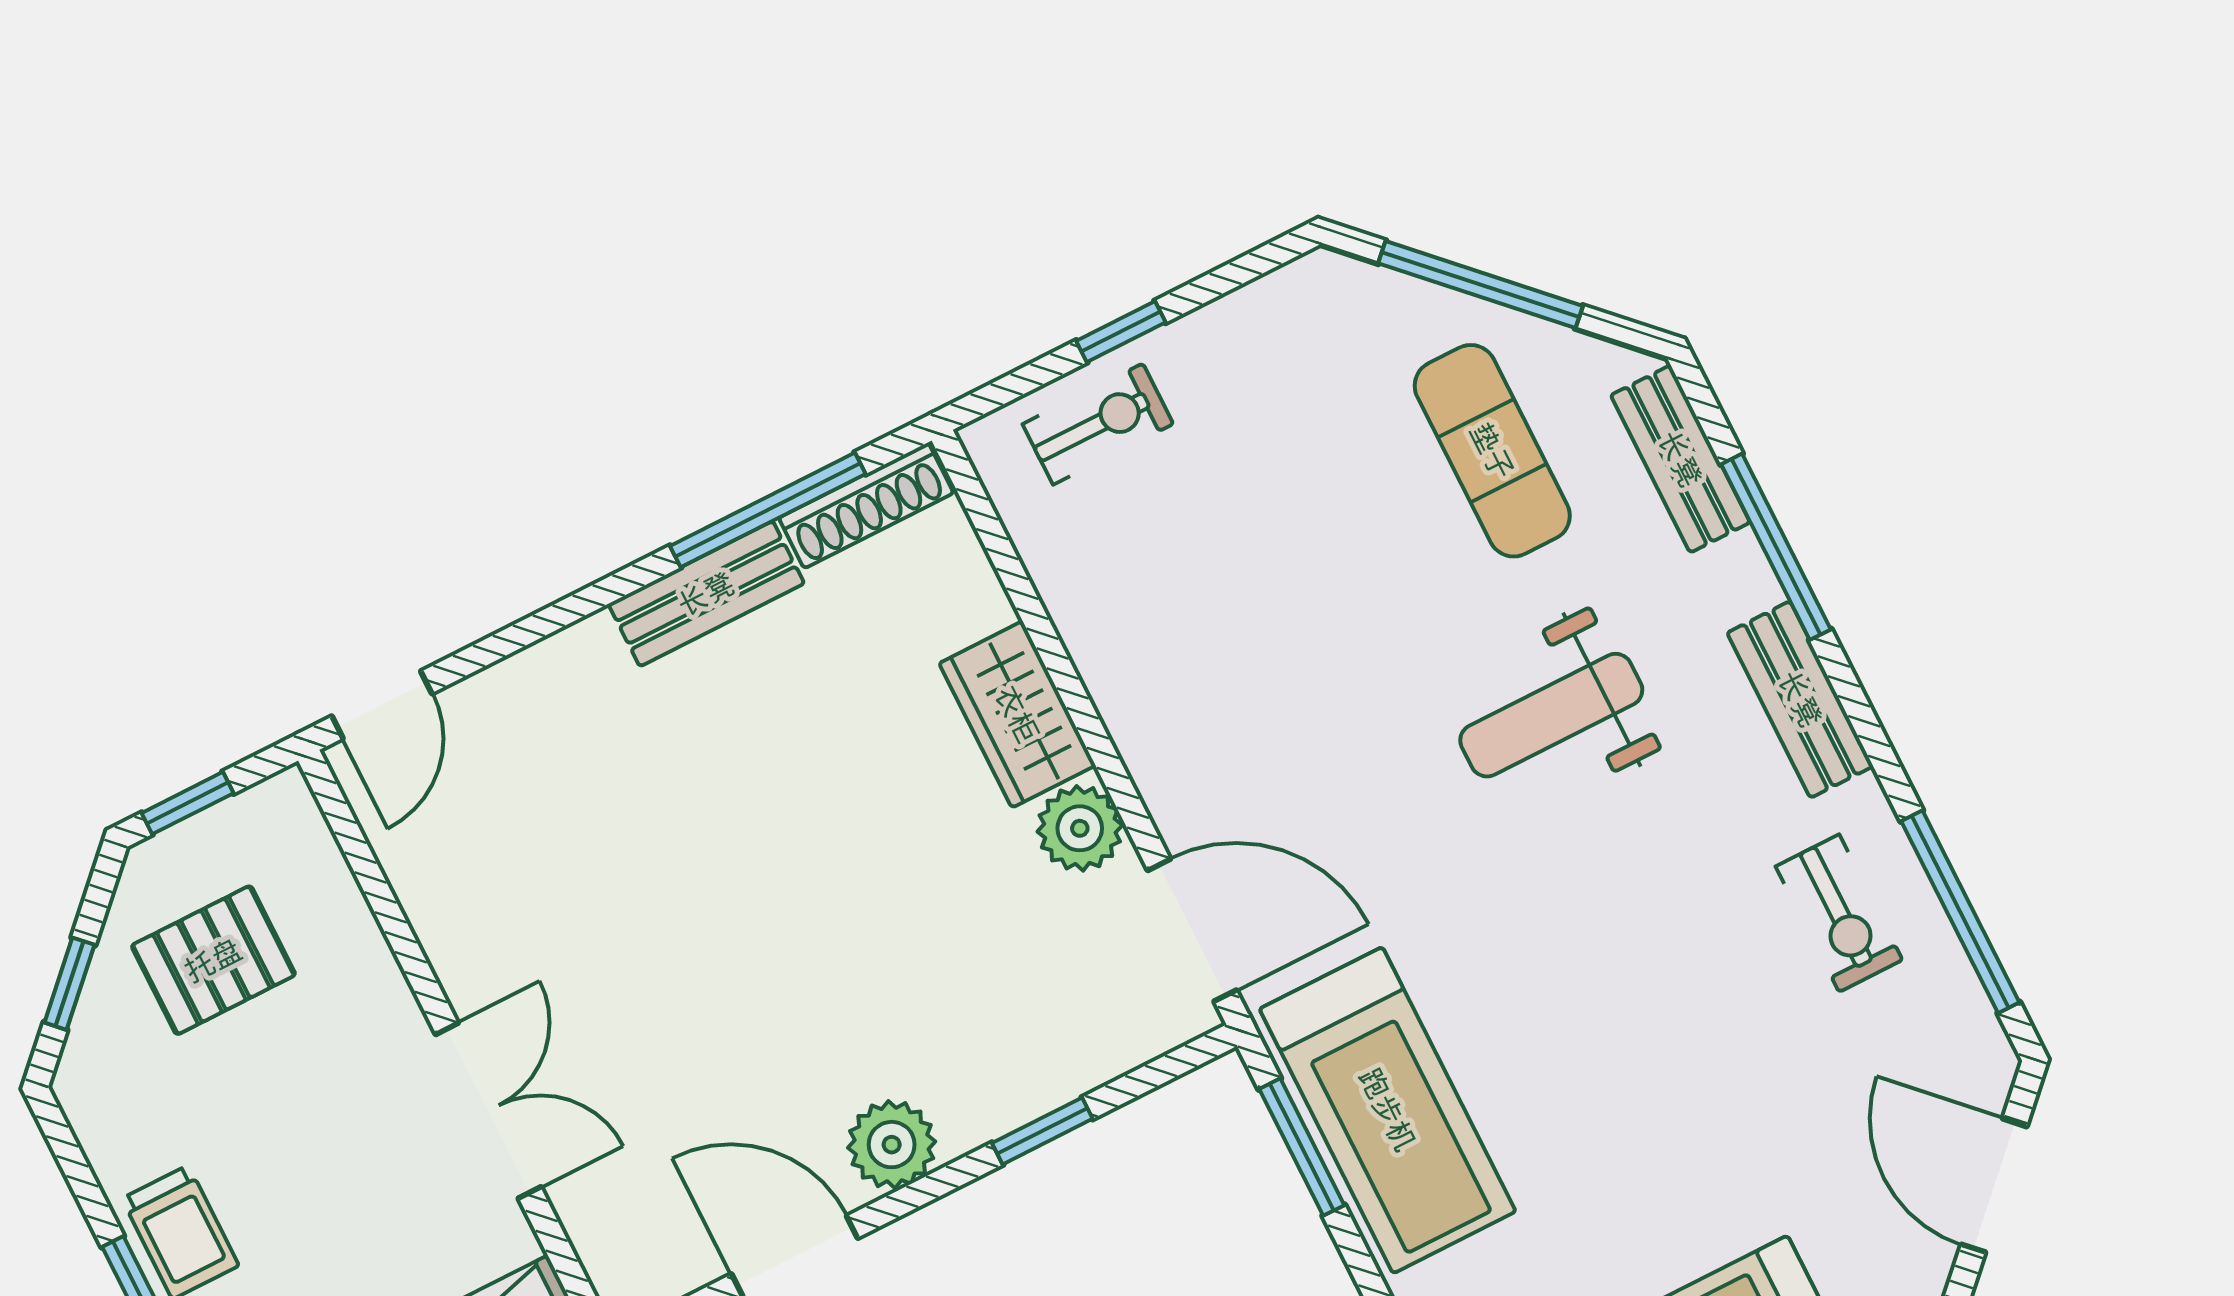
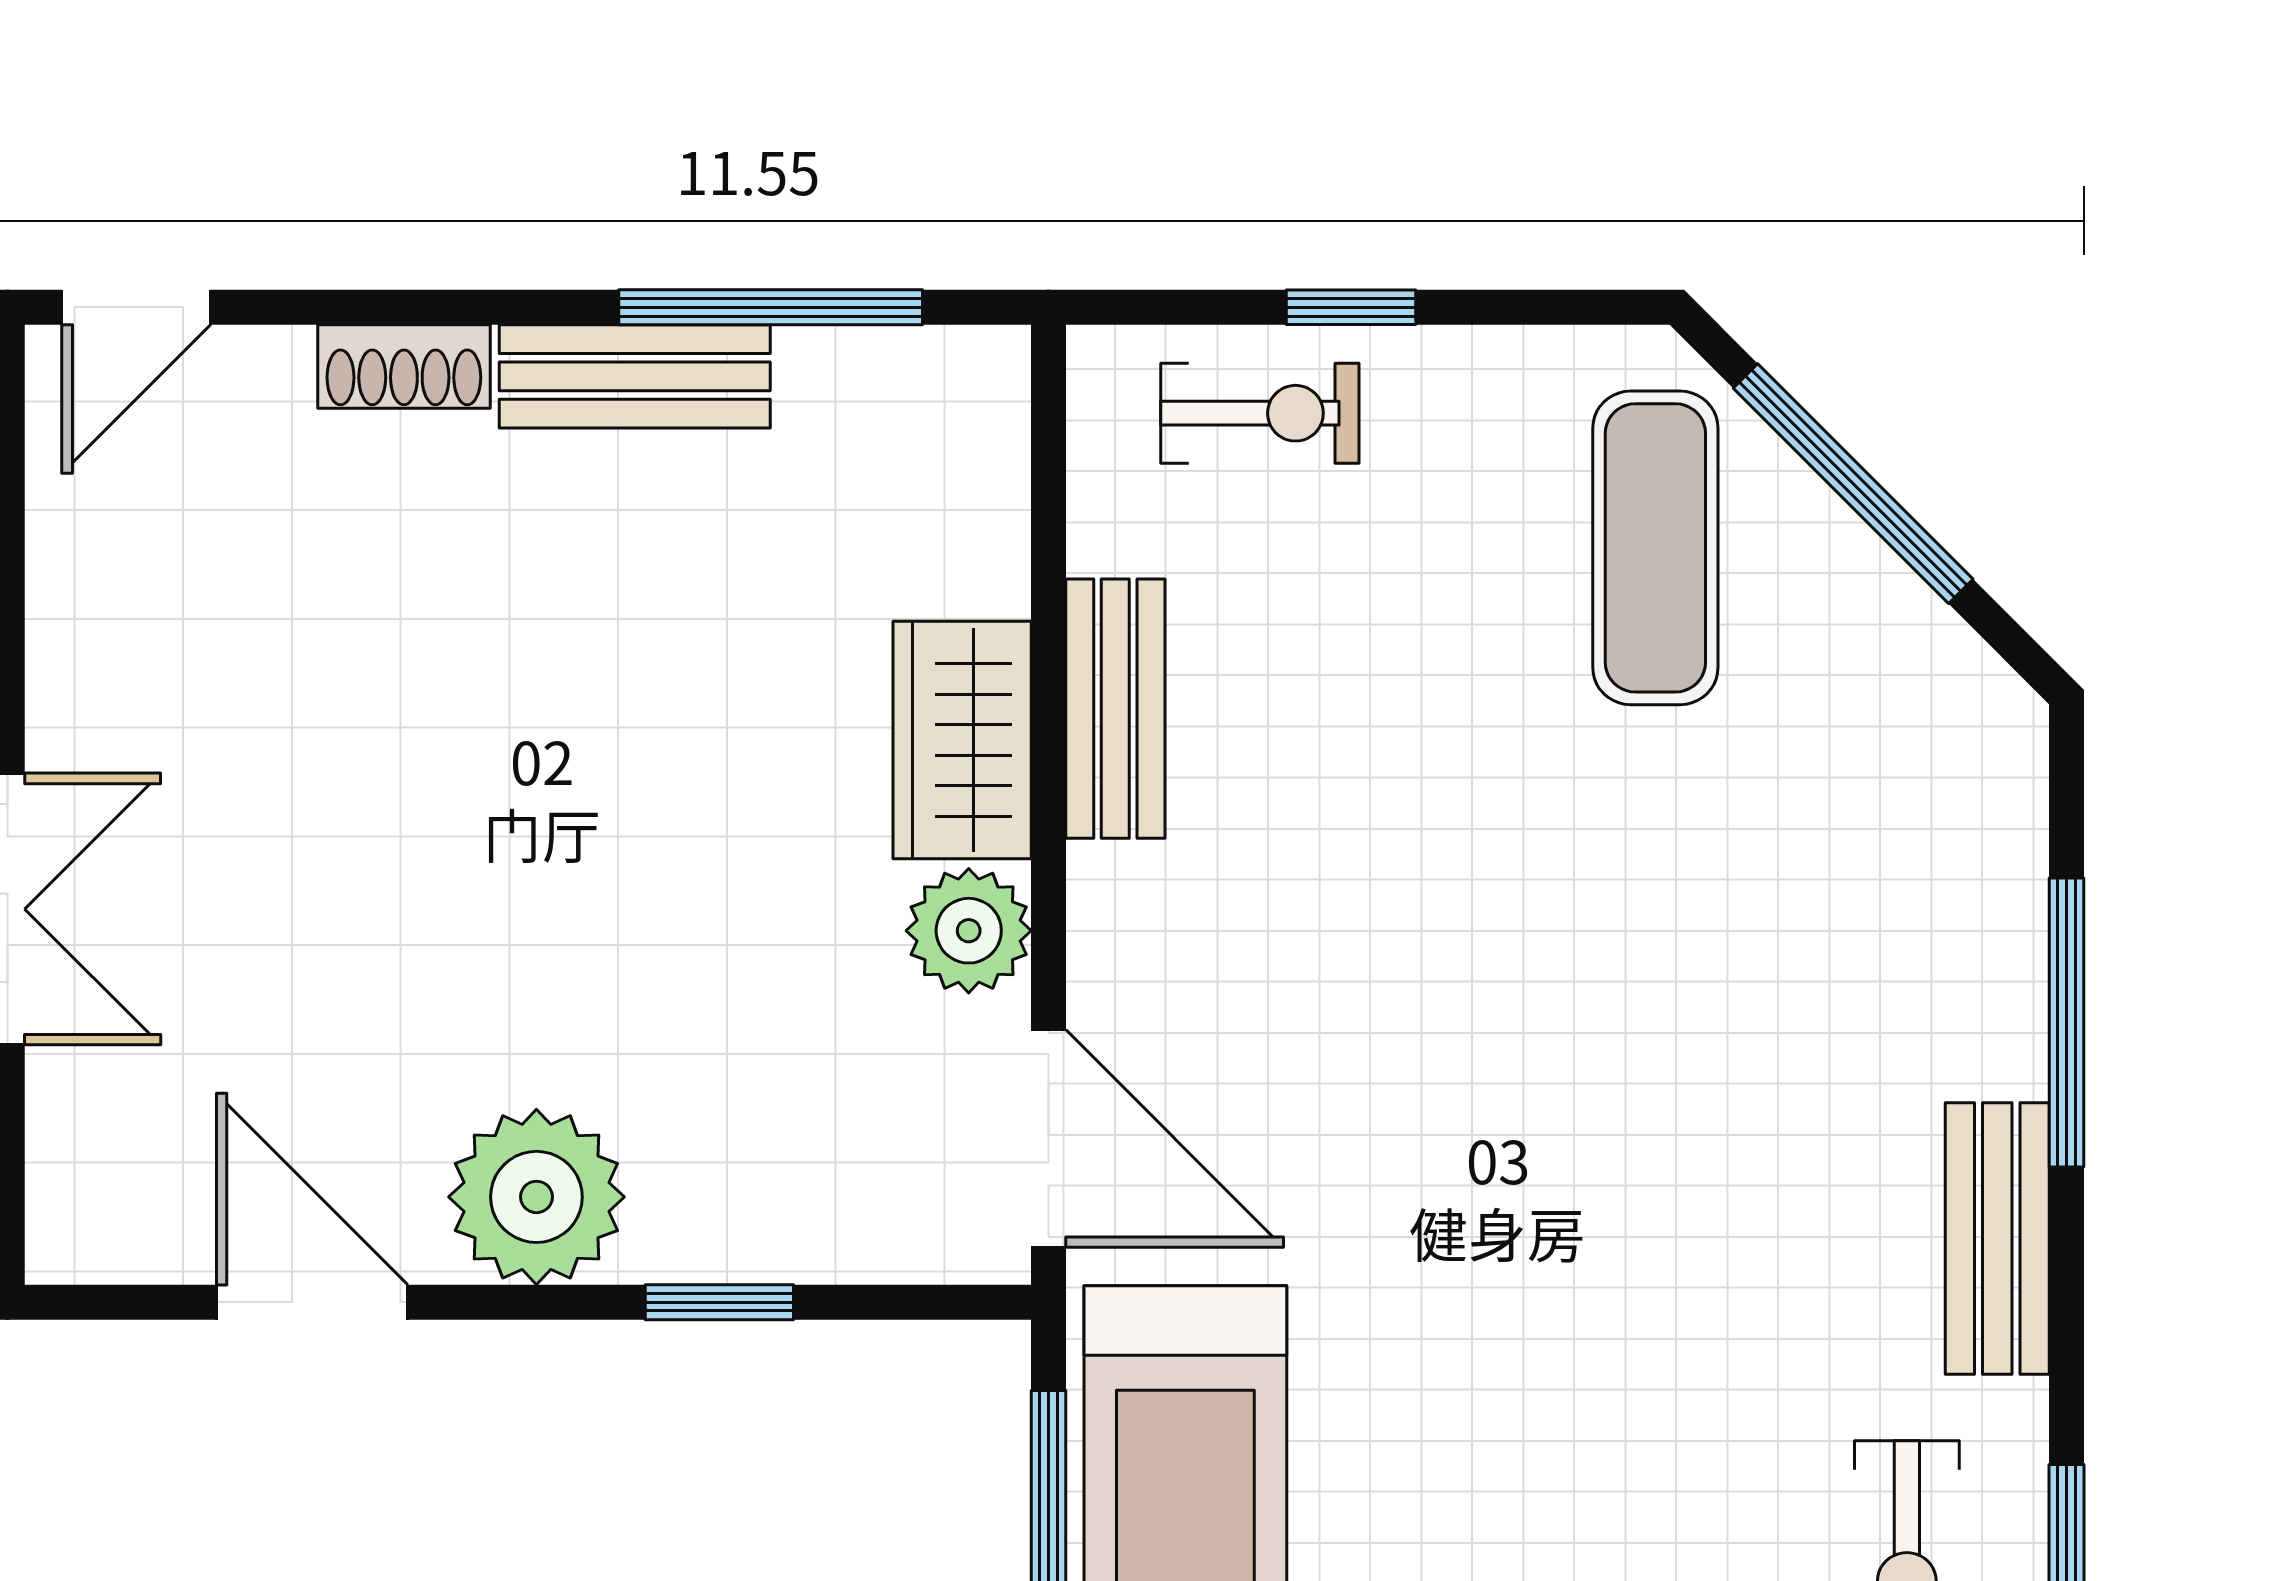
exercise mat: (1492, 451) -> (1655, 548), moved
bench: (1680, 459) -> (1115, 709), moved
shoe rack: (866, 505) -> (404, 367), moved, width x0.70
weight bench: (1551, 715) -> (1661, 1094), removed
plant: (892, 1145) -> (536, 1197), width x1.36, depth x1.36

